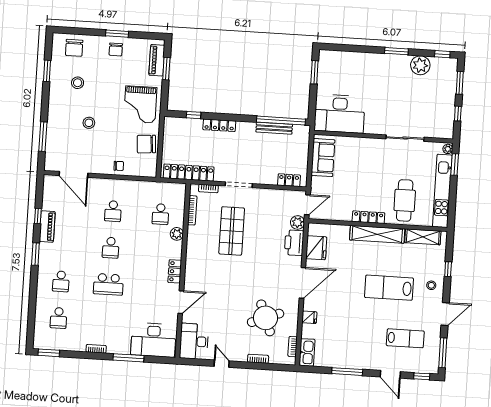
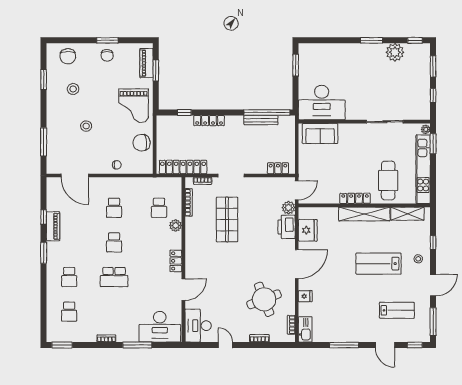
sofa: (323, 158) -> (320, 134), moved, turned 90

